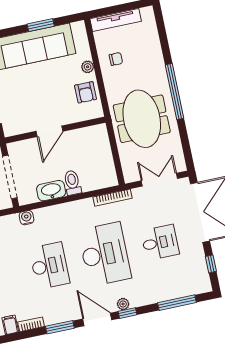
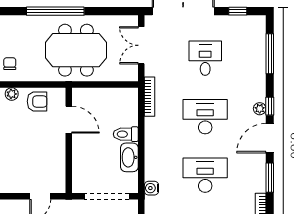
door: (49, 131) -> (69, 120), moved
desk: (105, 254) -> (205, 117), width x0.73, depth x0.77

